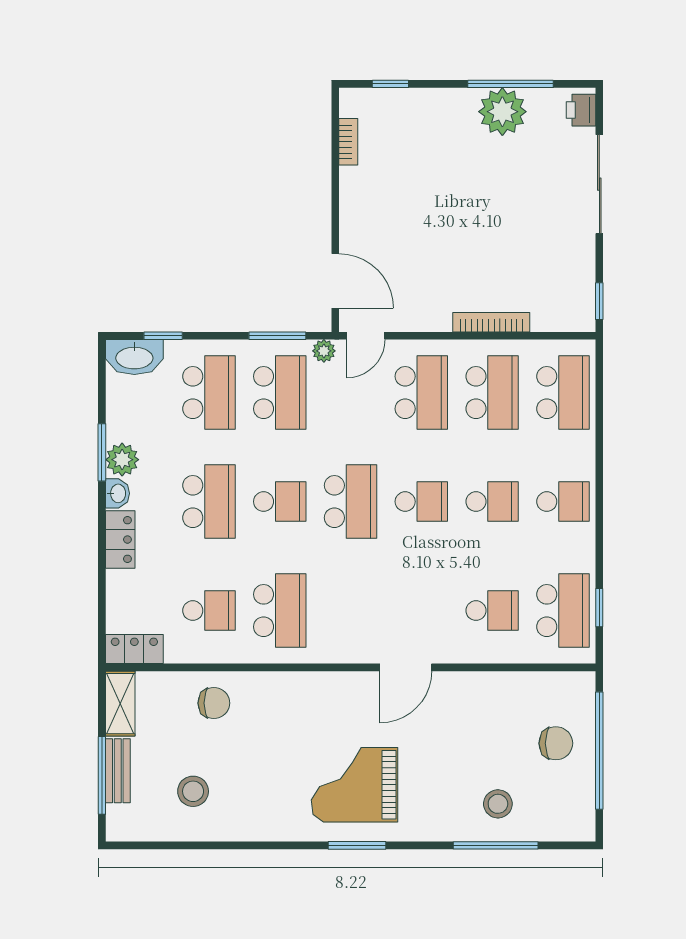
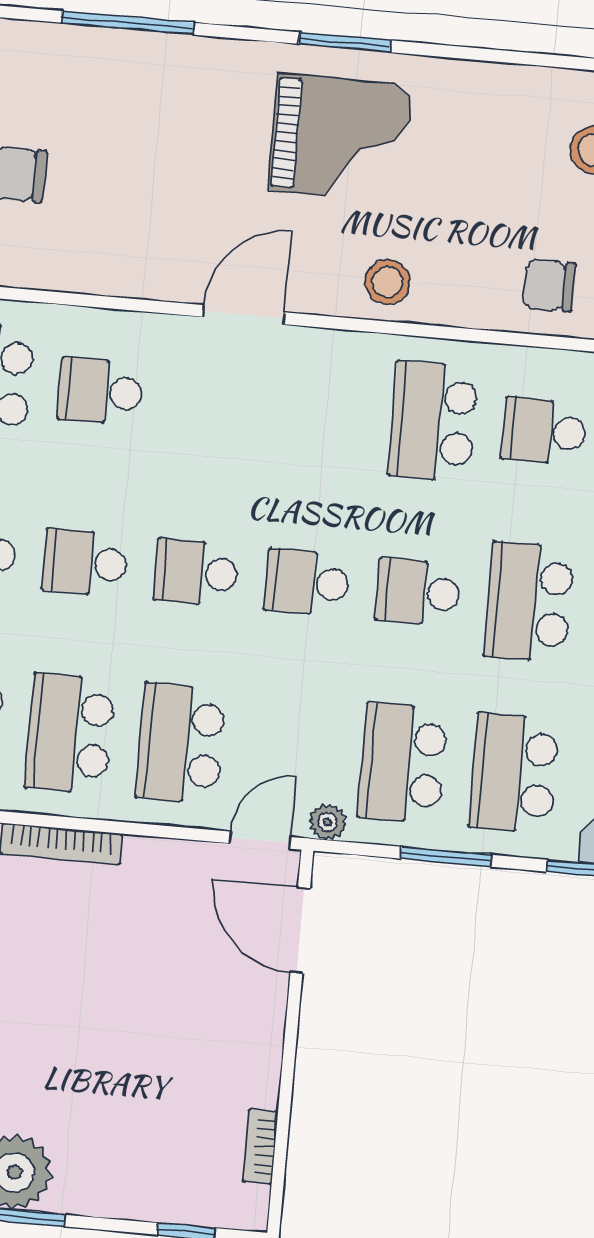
window: (277, 336) -> (446, 857), moved
school desk: (351, 502) -> (307, 582), width x0.54
stool: (498, 804) -> (387, 282), moved

